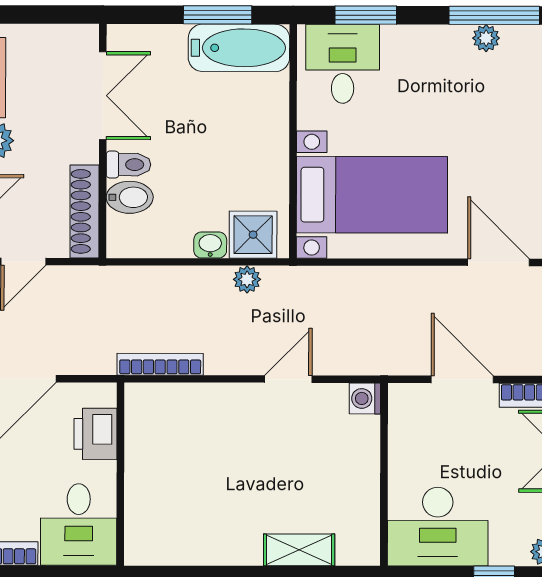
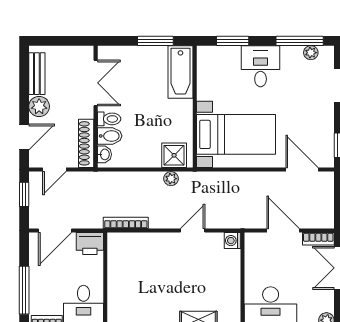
plant: (486, 38) -> (311, 53), moved
bathtub: (239, 48) -> (180, 72), moved, turned 90
desk: (343, 64) -> (261, 66), moved
washbasin: (210, 245) -> (104, 154), moved, turned 90
printer: (95, 434) -> (90, 244), moved, turned -90

